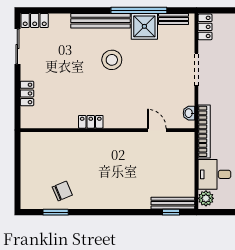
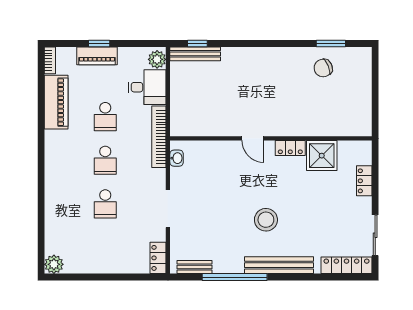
locker: (35, 20) -> (347, 265), width x1.53
shower: (144, 26) -> (322, 156), moved
door: (157, 130) -> (253, 138), moved

